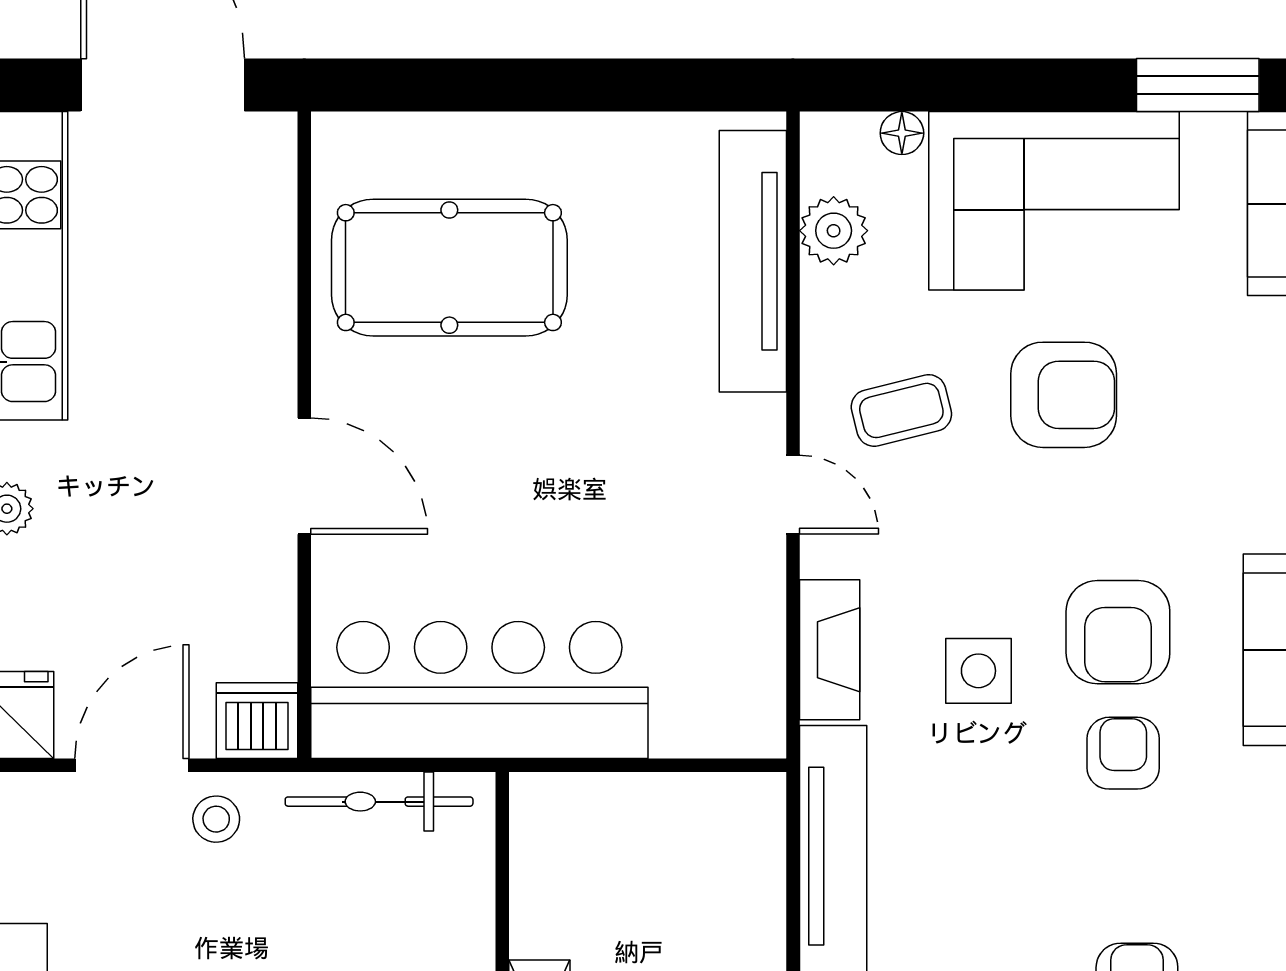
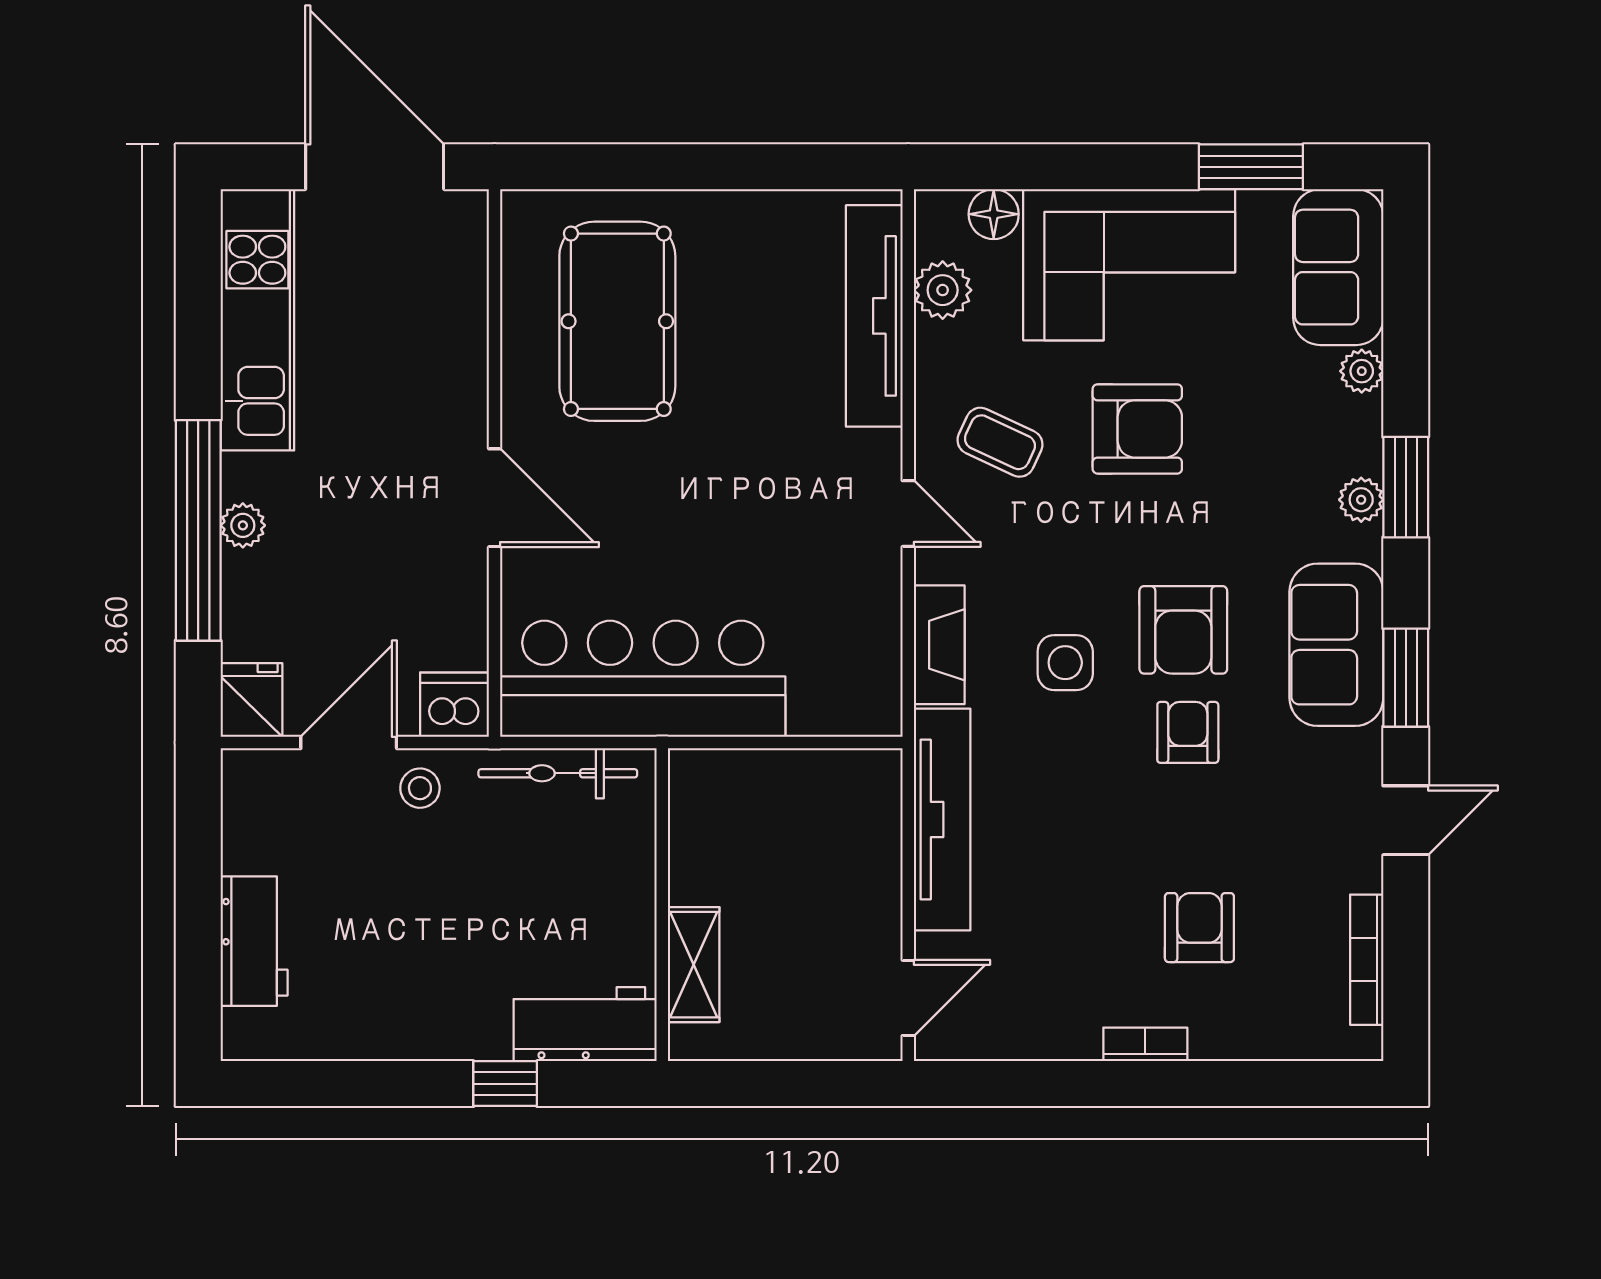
floor lamp: (902, 133) -> (994, 214), width x1.37, depth x1.37
pool table: (449, 268) -> (617, 321), turned 90
coffee table: (901, 410) -> (1000, 442), turned 39

